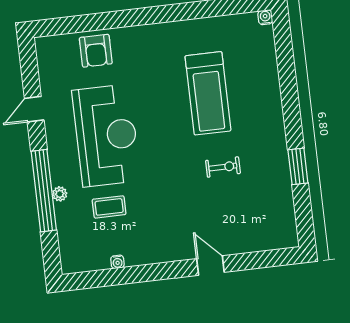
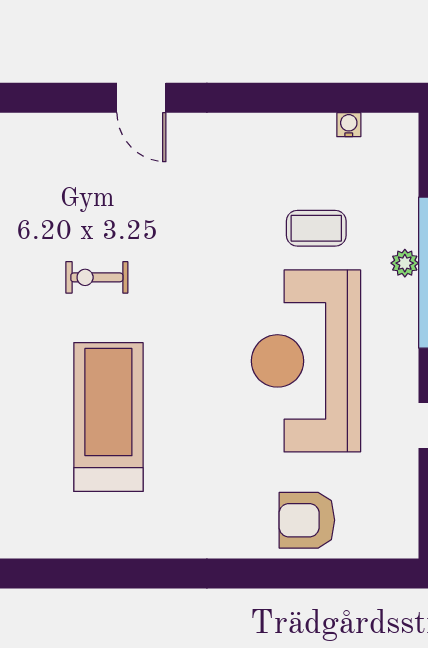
armchair: (96, 51) -> (307, 520), turned -90
water cooler: (117, 262) -> (349, 125), moved

